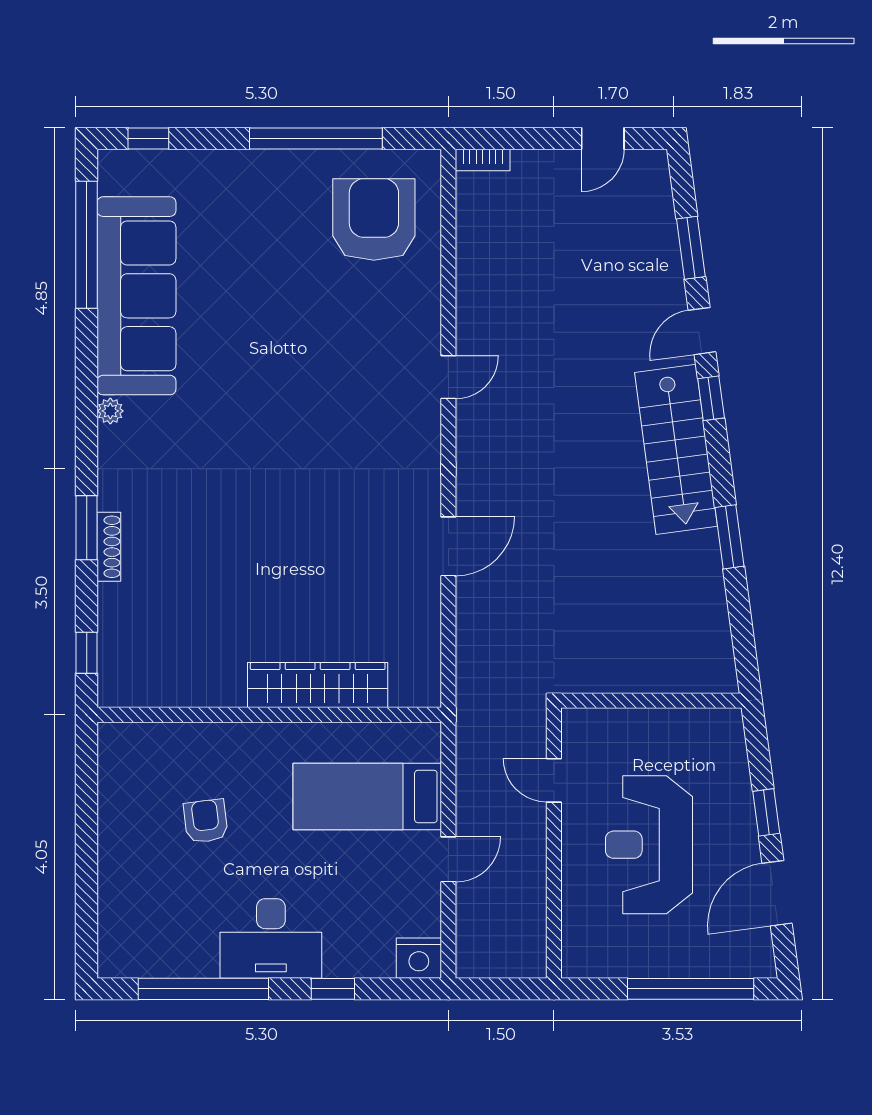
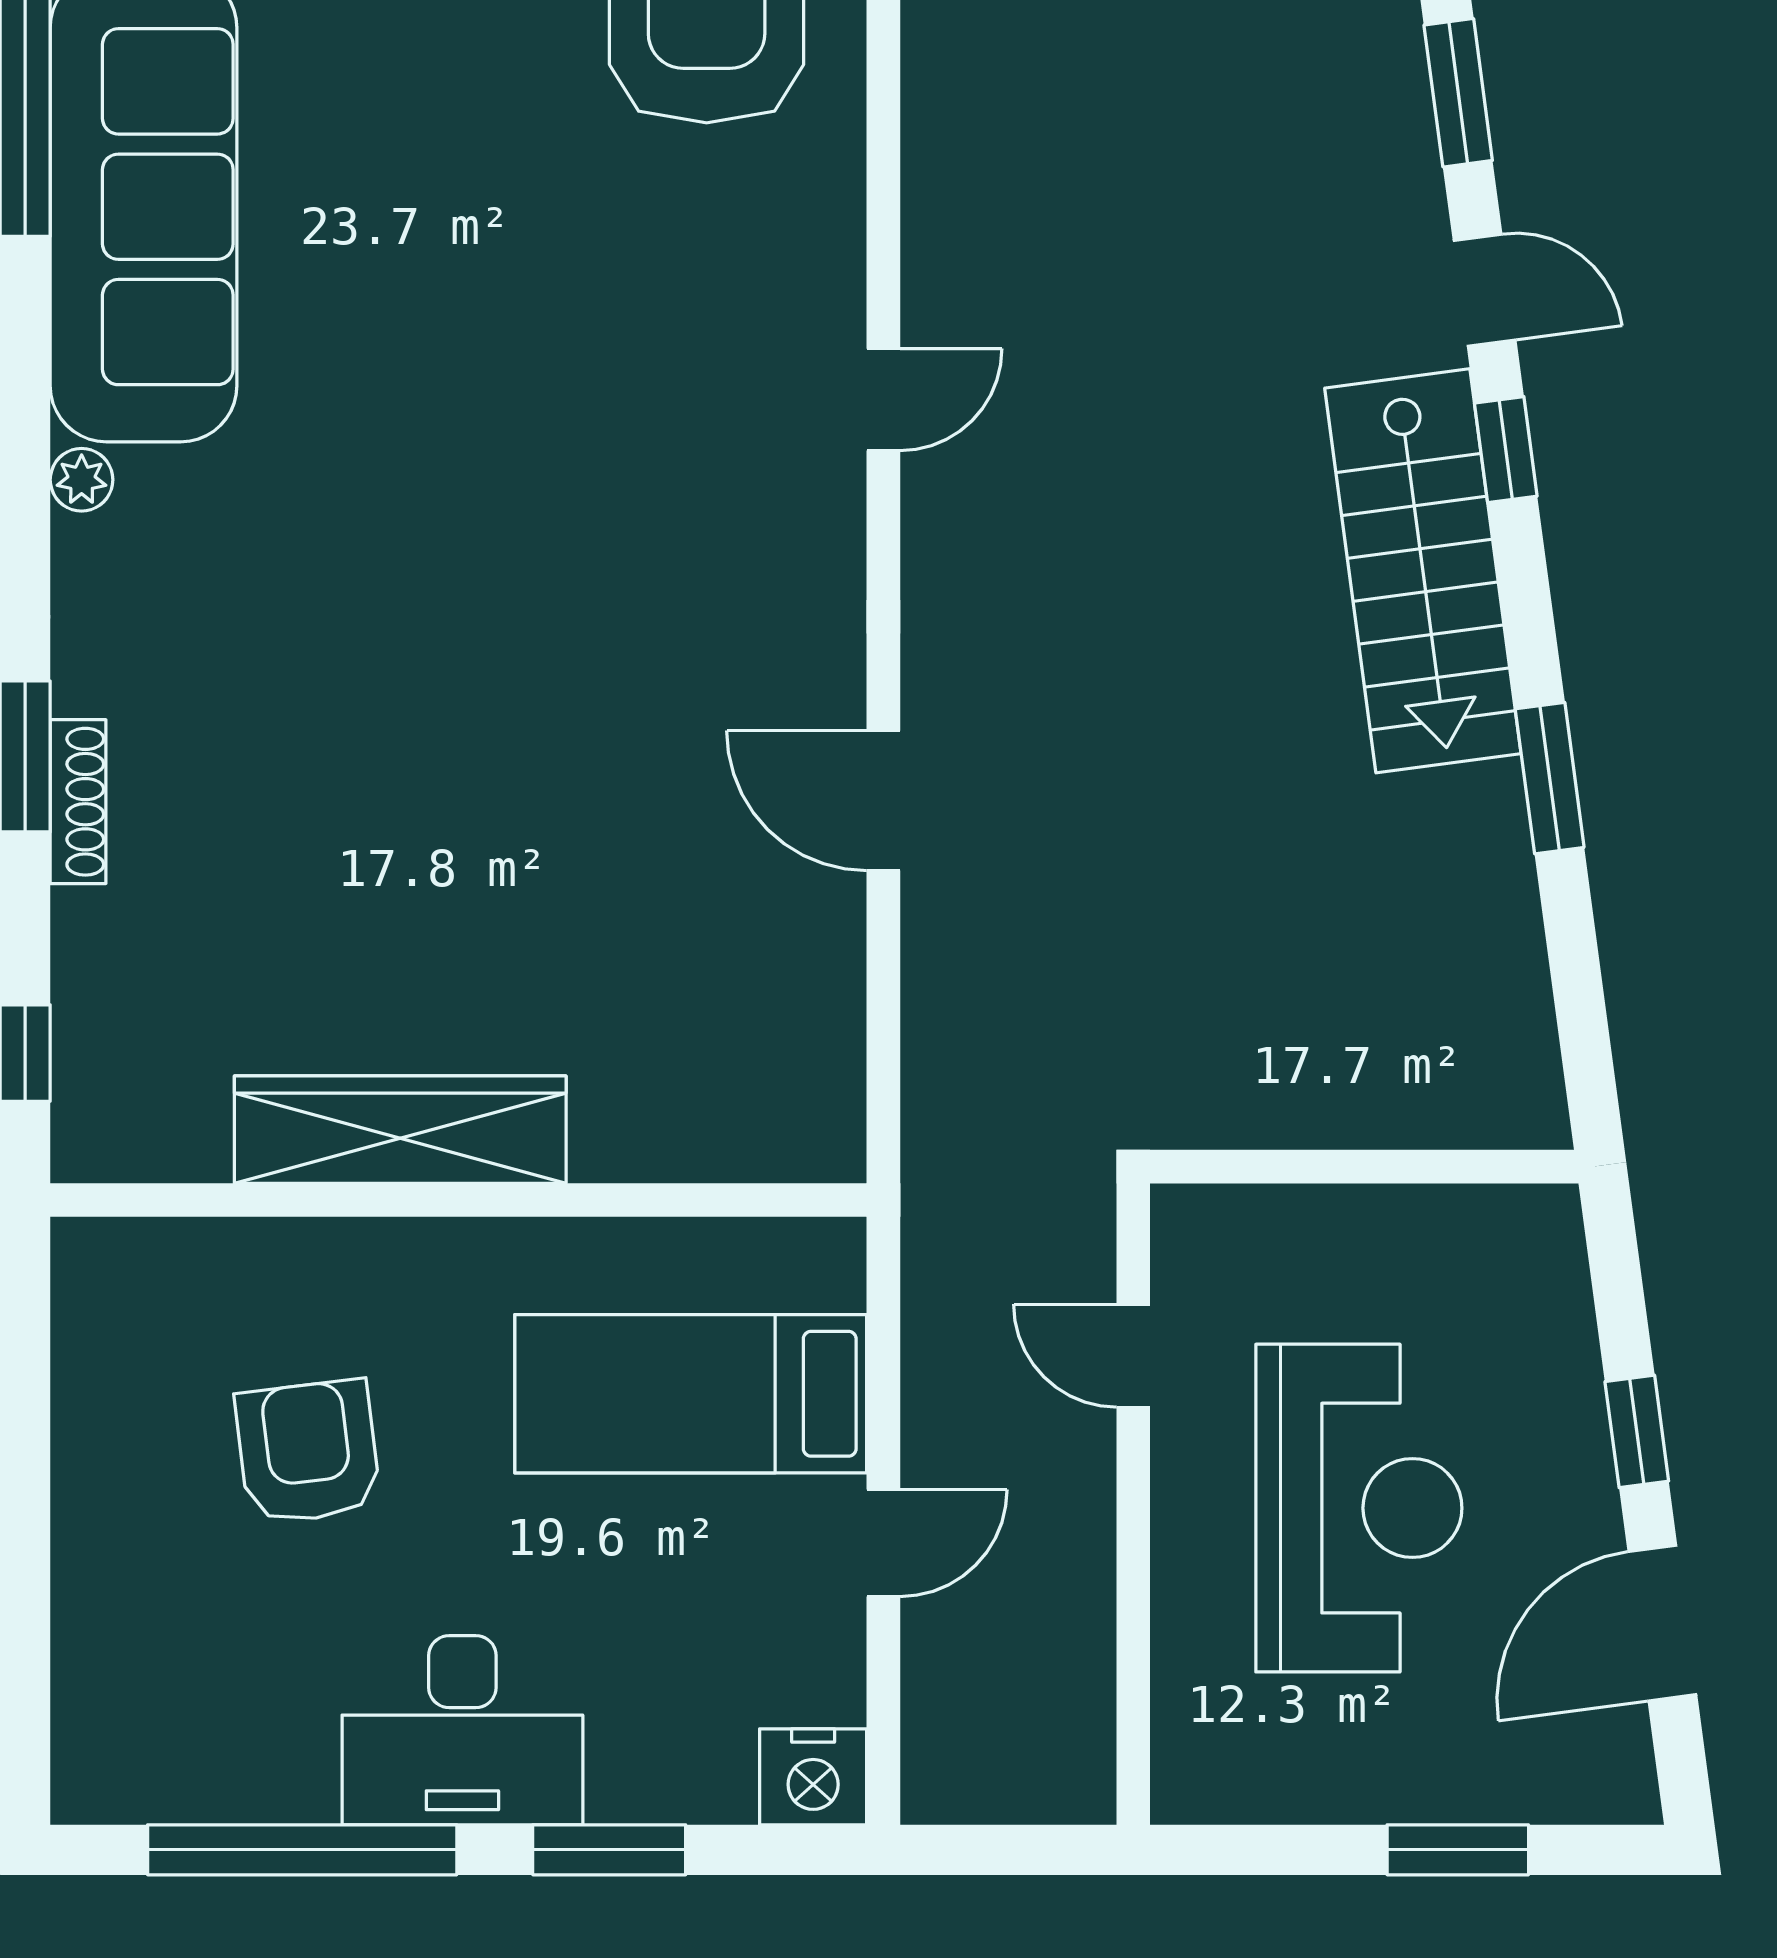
door: (702, 331) -> (1485, 290), swing flipped
door: (448, 546) -> (883, 801), swing flipped
wardrobe: (318, 685) -> (400, 1130), moved
armchair: (206, 821) -> (308, 1452), width x1.38, depth x1.38
reception desk: (649, 845) -> (1359, 1508), turned 180
window: (333, 989) -> (609, 1850), width x1.50
window: (691, 989) -> (1458, 1850), width x0.47

